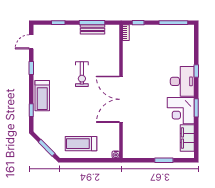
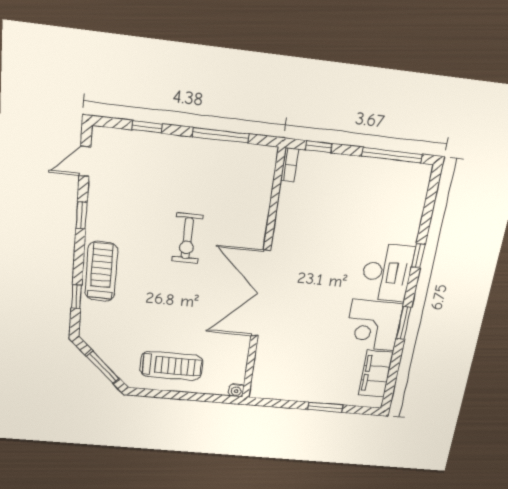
bench: (92, 29) -> (220, 150), removed
treadmill: (42, 96) -> (101, 272), turned 180
treadmill: (81, 144) -> (171, 366), turned 180

